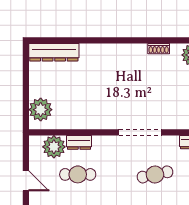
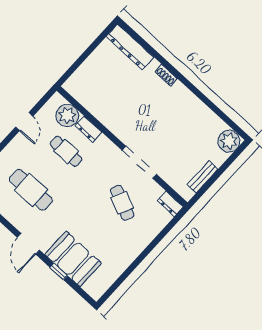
shoe rack: (159, 49) -> (166, 75), moved
plant: (41, 110) -> (82, 80), removed
cafe table: (155, 174) -> (122, 203), turned 36

